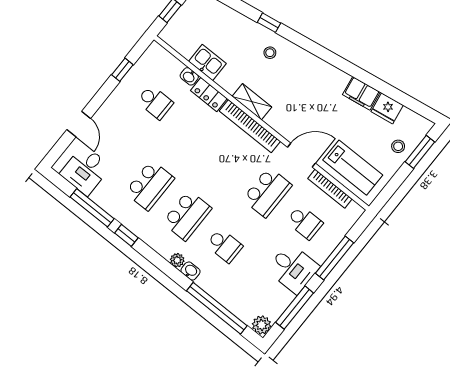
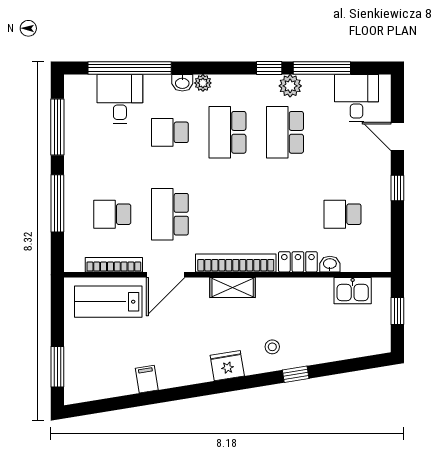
kitchen sink: (207, 62) -> (353, 291), moved
window: (122, 70) -> (397, 188), moved
filing cabinet: (361, 93) -> (147, 379), width x0.50
shelving: (252, 102) -> (233, 287), moved
fridge: (387, 108) -> (227, 366), moved
stool: (398, 146) -> (82, 356), removed
desk: (293, 268) -> (120, 99), moved, turned 90
plant: (262, 325) -> (290, 86), moved

